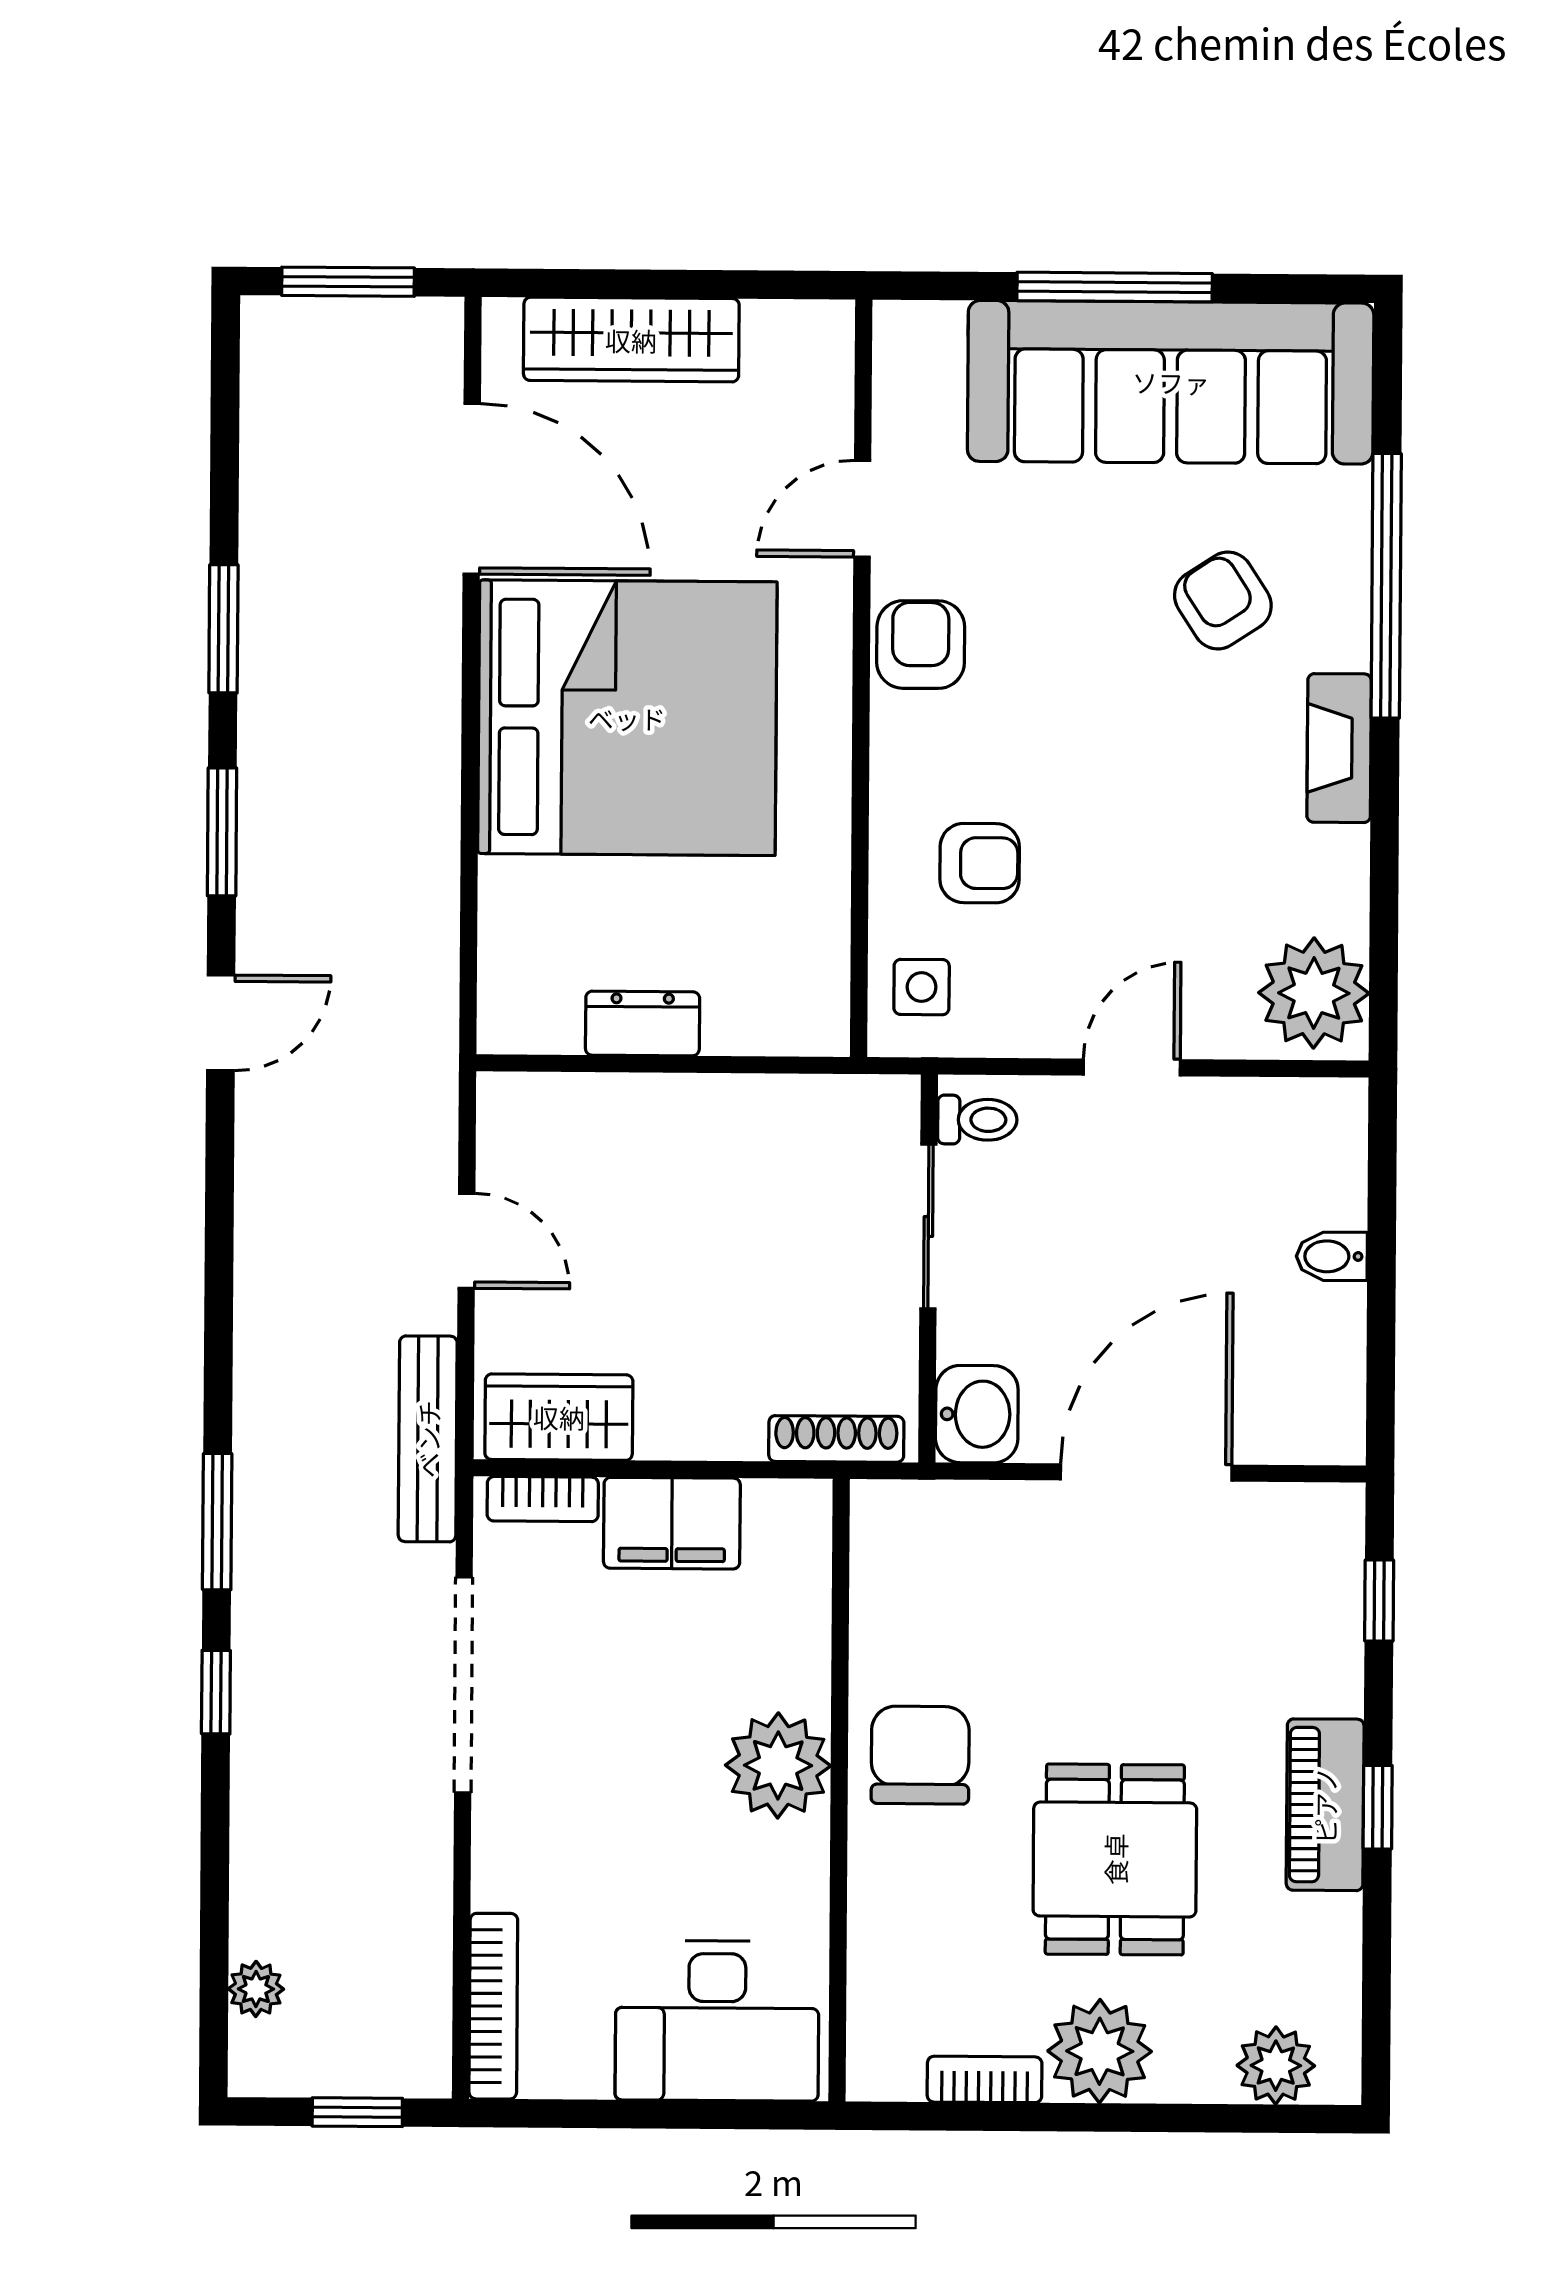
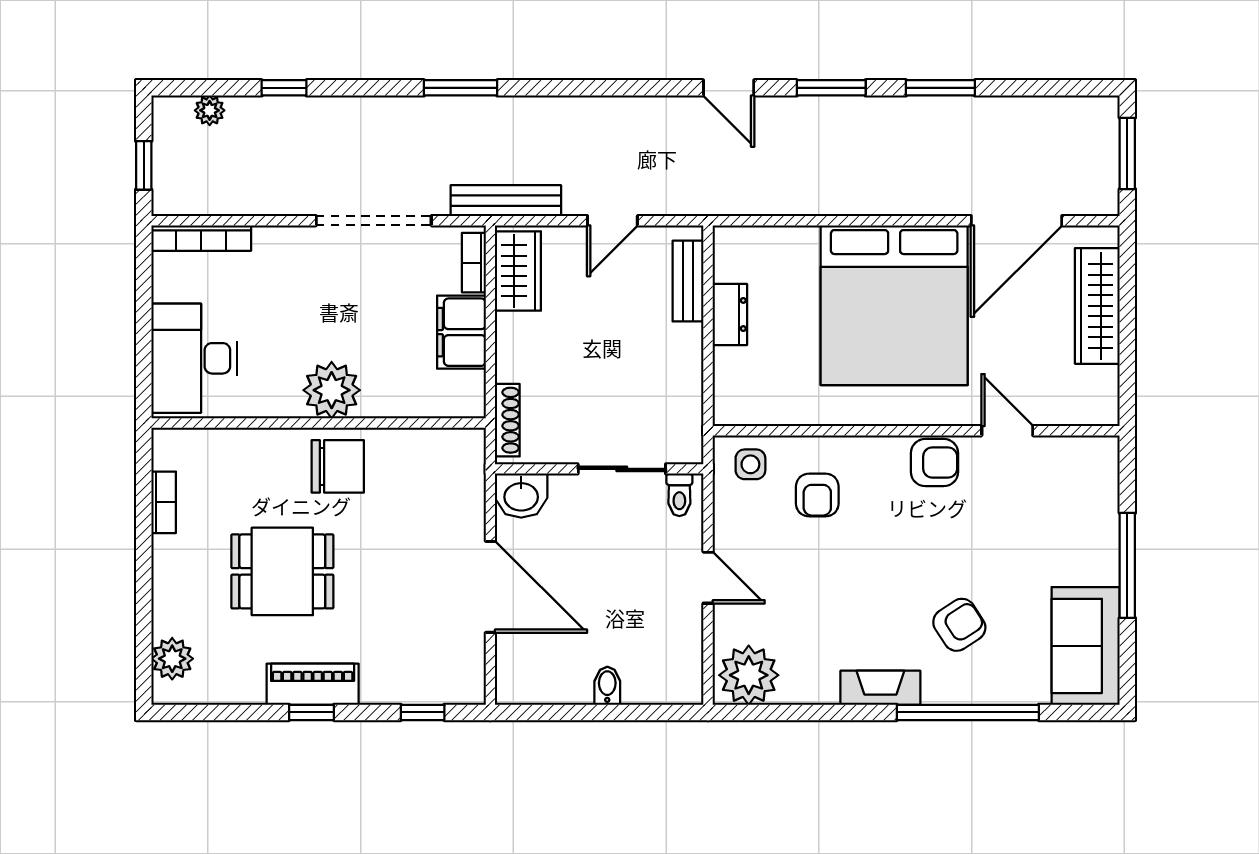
sofa: (1171, 382) -> (1086, 646), width x0.54, depth x0.79
bench: (580, 1101) -> (688, 281), added
window: (216, 1692) -> (284, 88), moved
plant: (1100, 2051) -> (179, 564), removed

